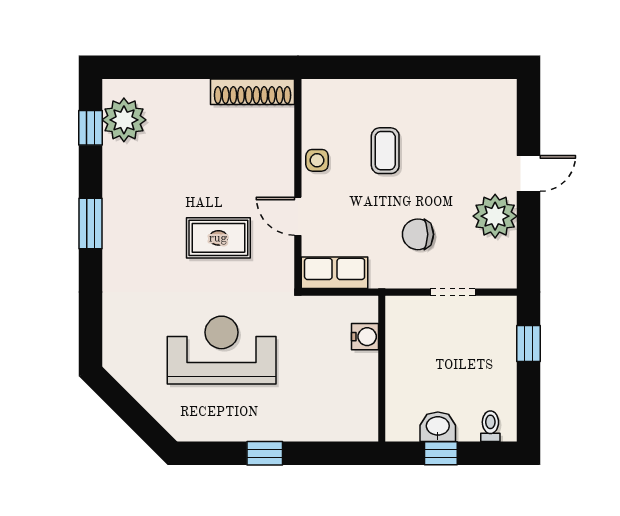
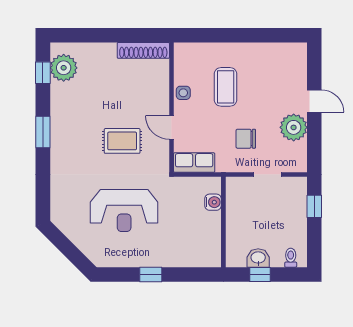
coffee table: (385, 151) -> (226, 87), width x1.36, depth x1.30
door: (529, 173) -> (314, 101), hinge flipped
reception desk: (222, 350) -> (124, 211), turned 180

